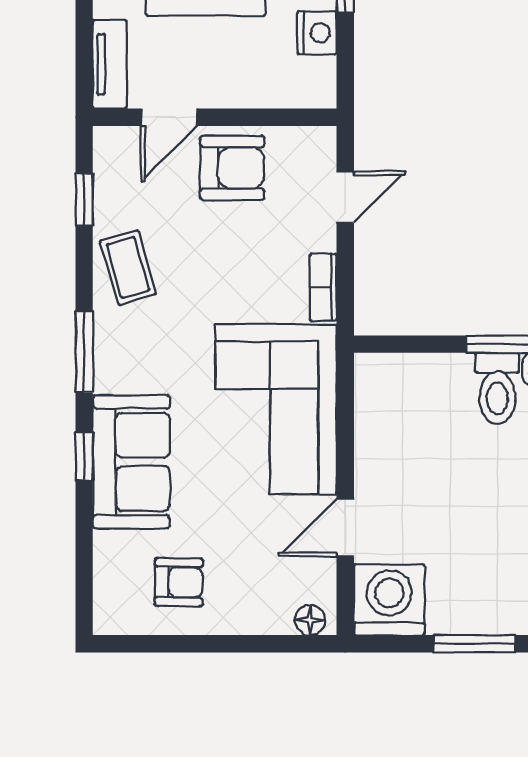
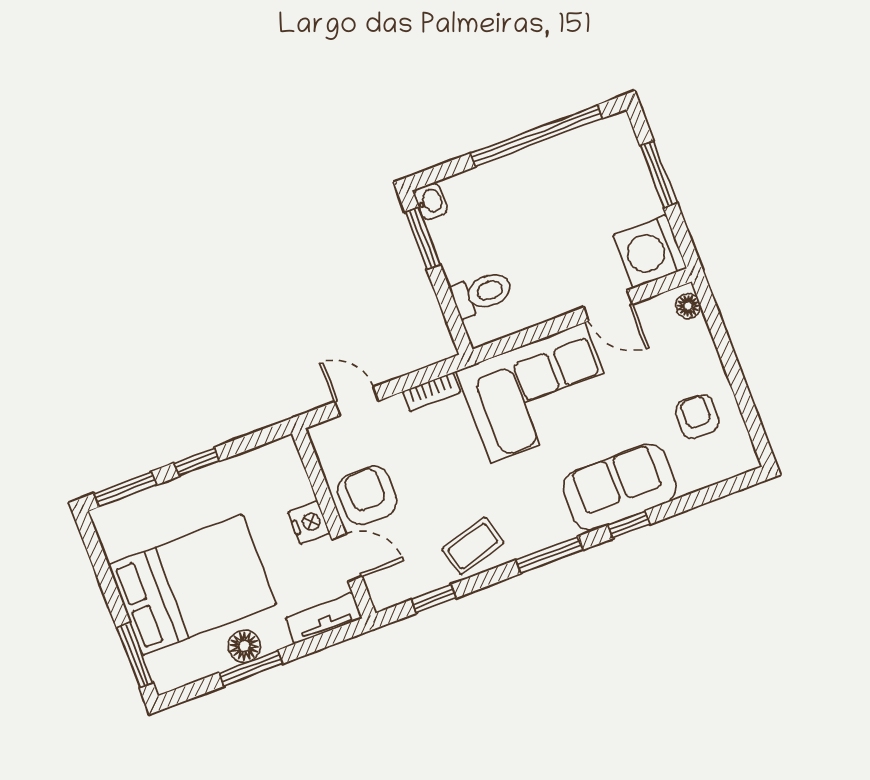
nightstand: (317, 33) -> (309, 523), moved, turned 90
toilet: (497, 388) -> (482, 293), moved

